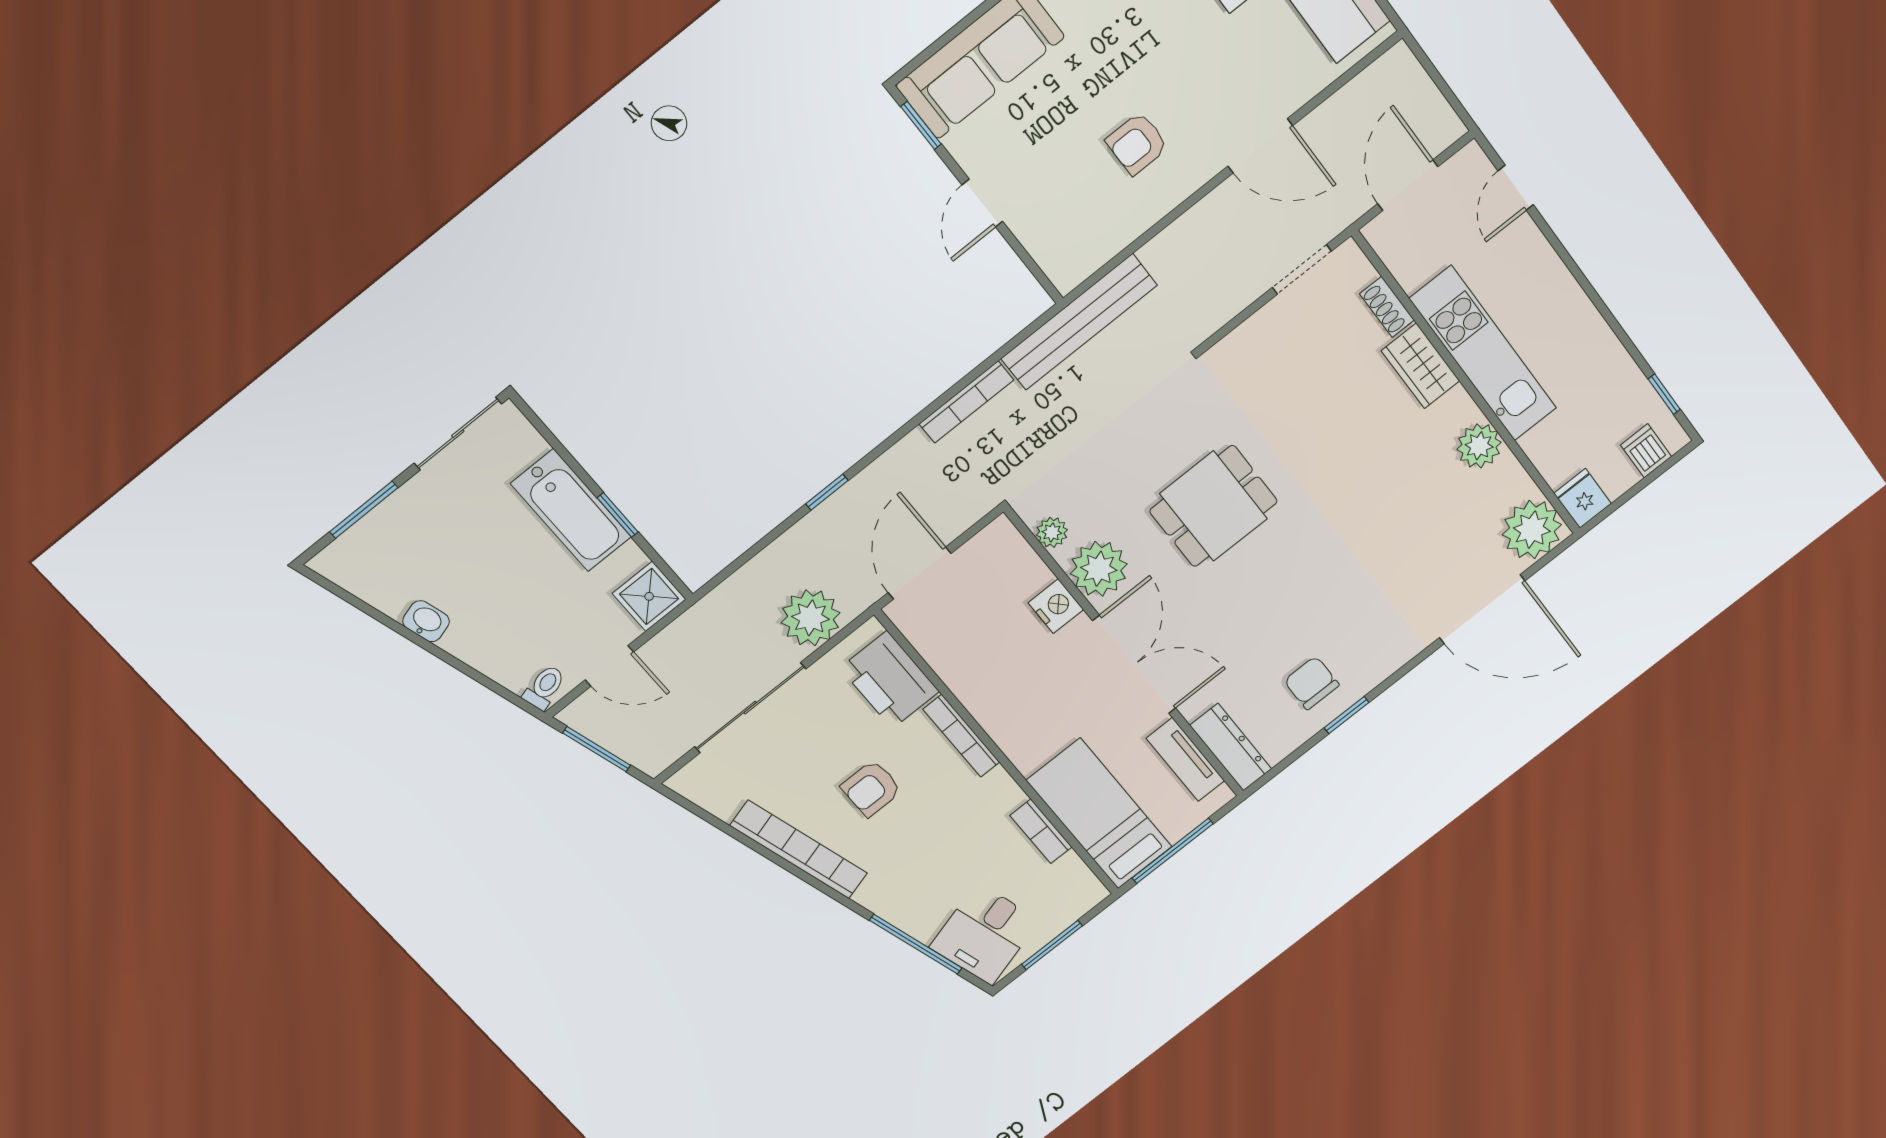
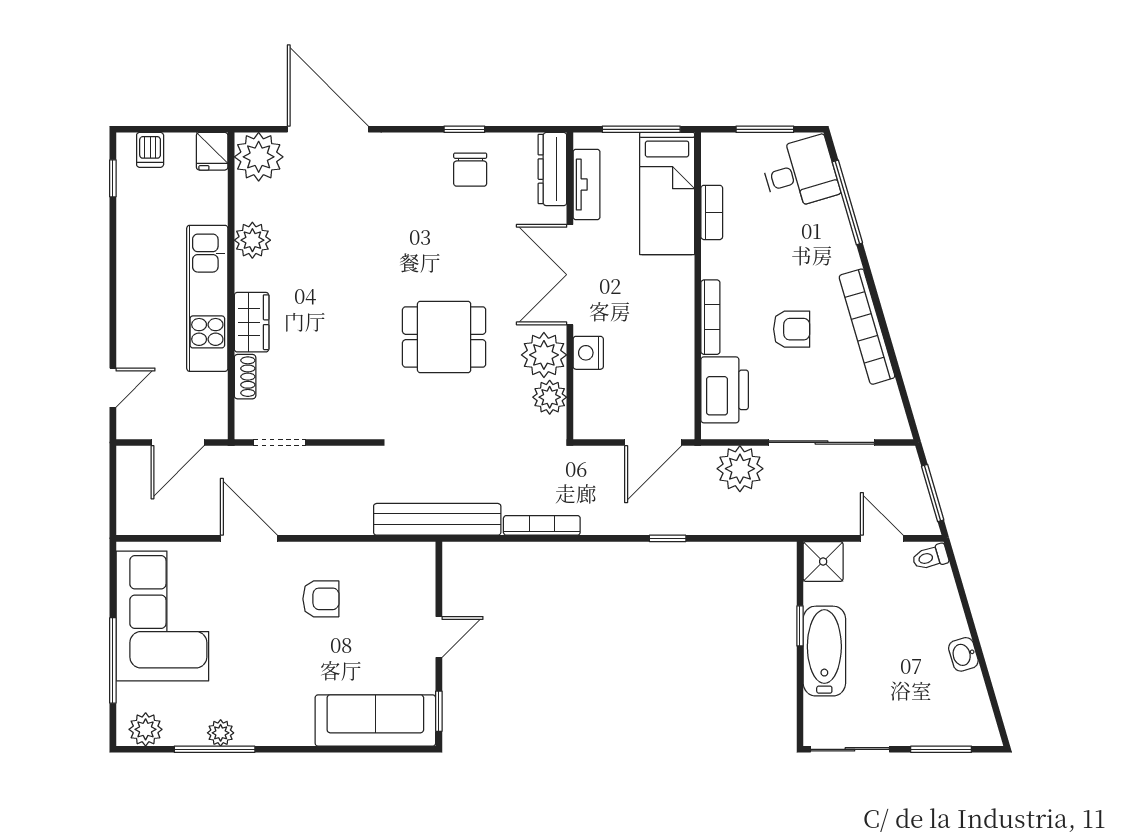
plant: (1052, 532) -> (550, 397), width x1.38, depth x1.38

